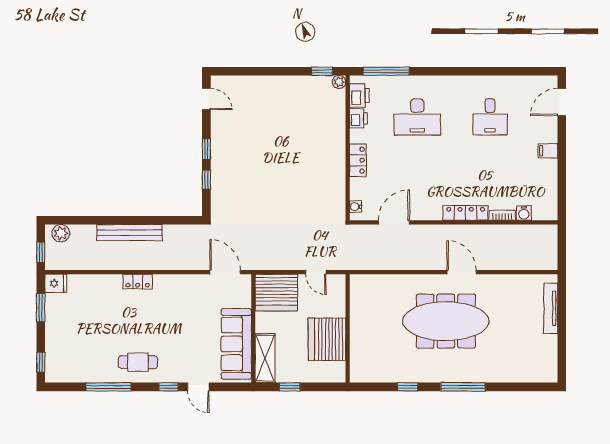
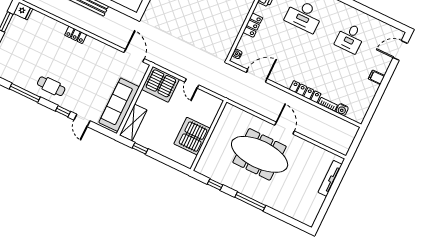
wall: (348, 328) -> (208, 136), moved
server rack: (327, 339) -> (192, 136), moved

